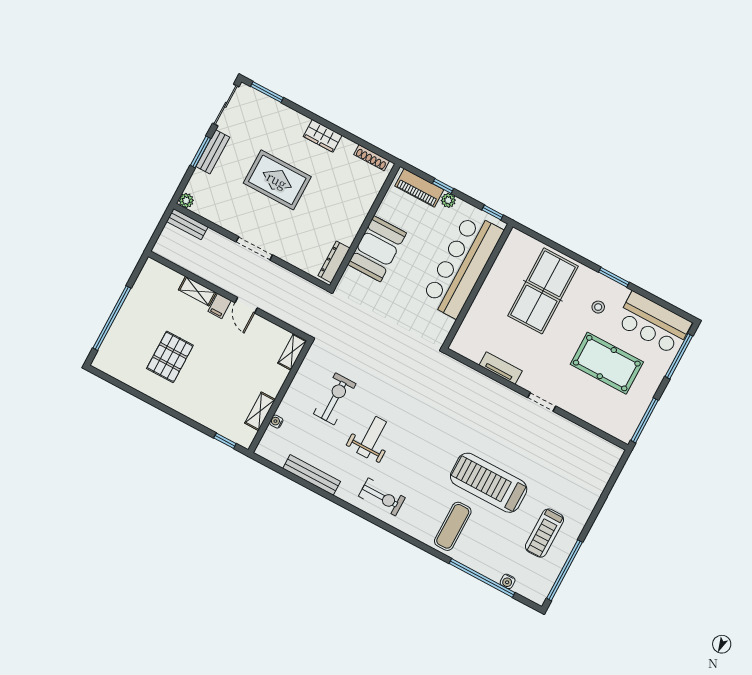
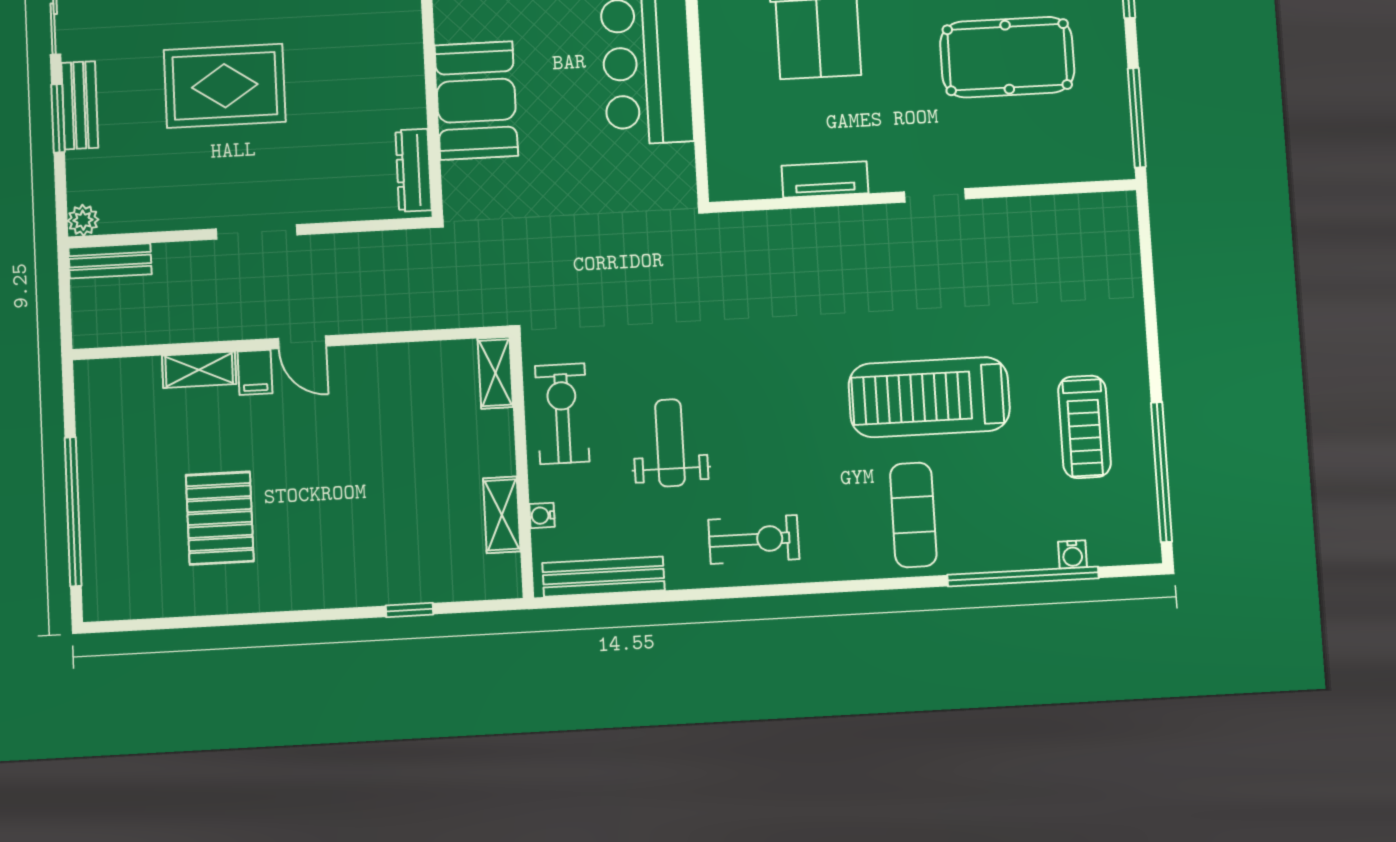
shelving: (292, 352) -> (495, 373), moved
wall: (280, 397) -> (522, 467), moved
shelving: (260, 411) -> (502, 515), moved
water cooler: (276, 422) -> (542, 515), moved

